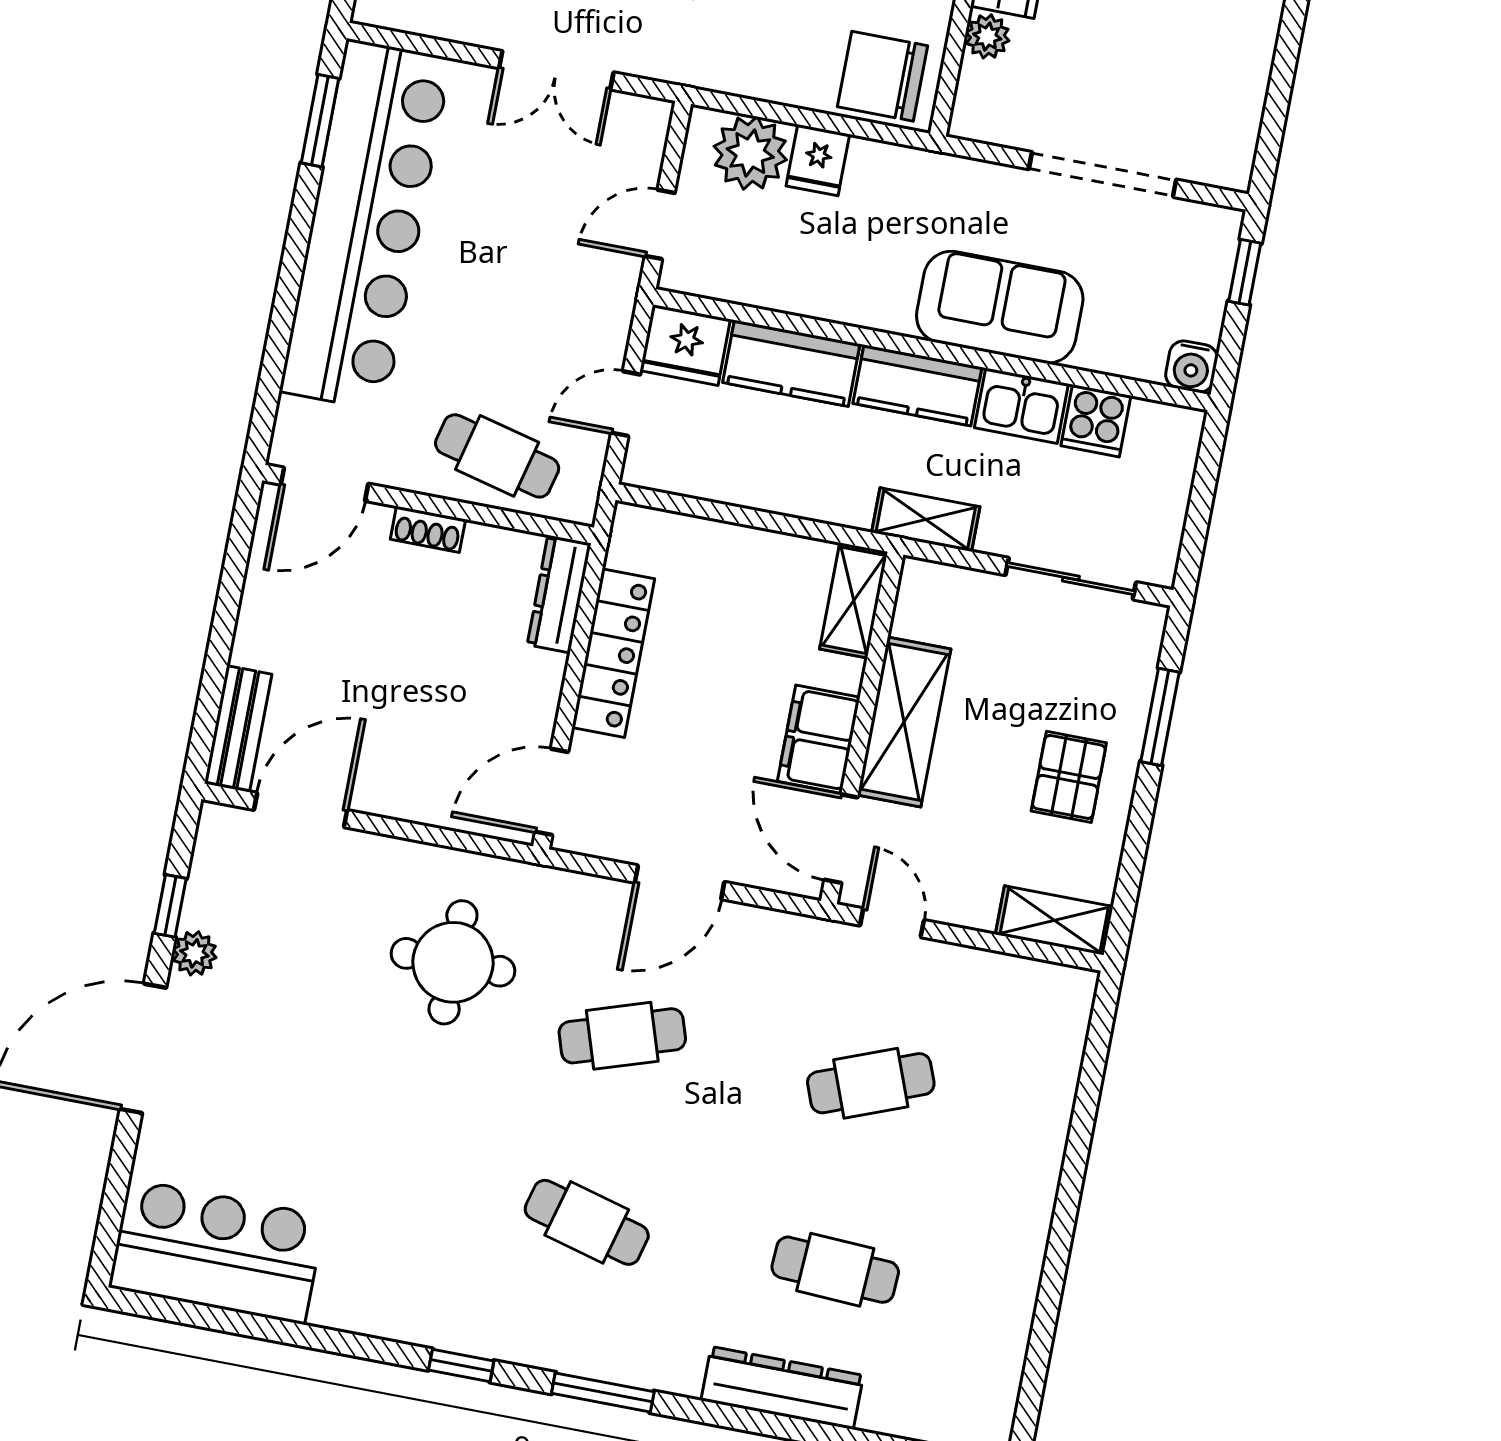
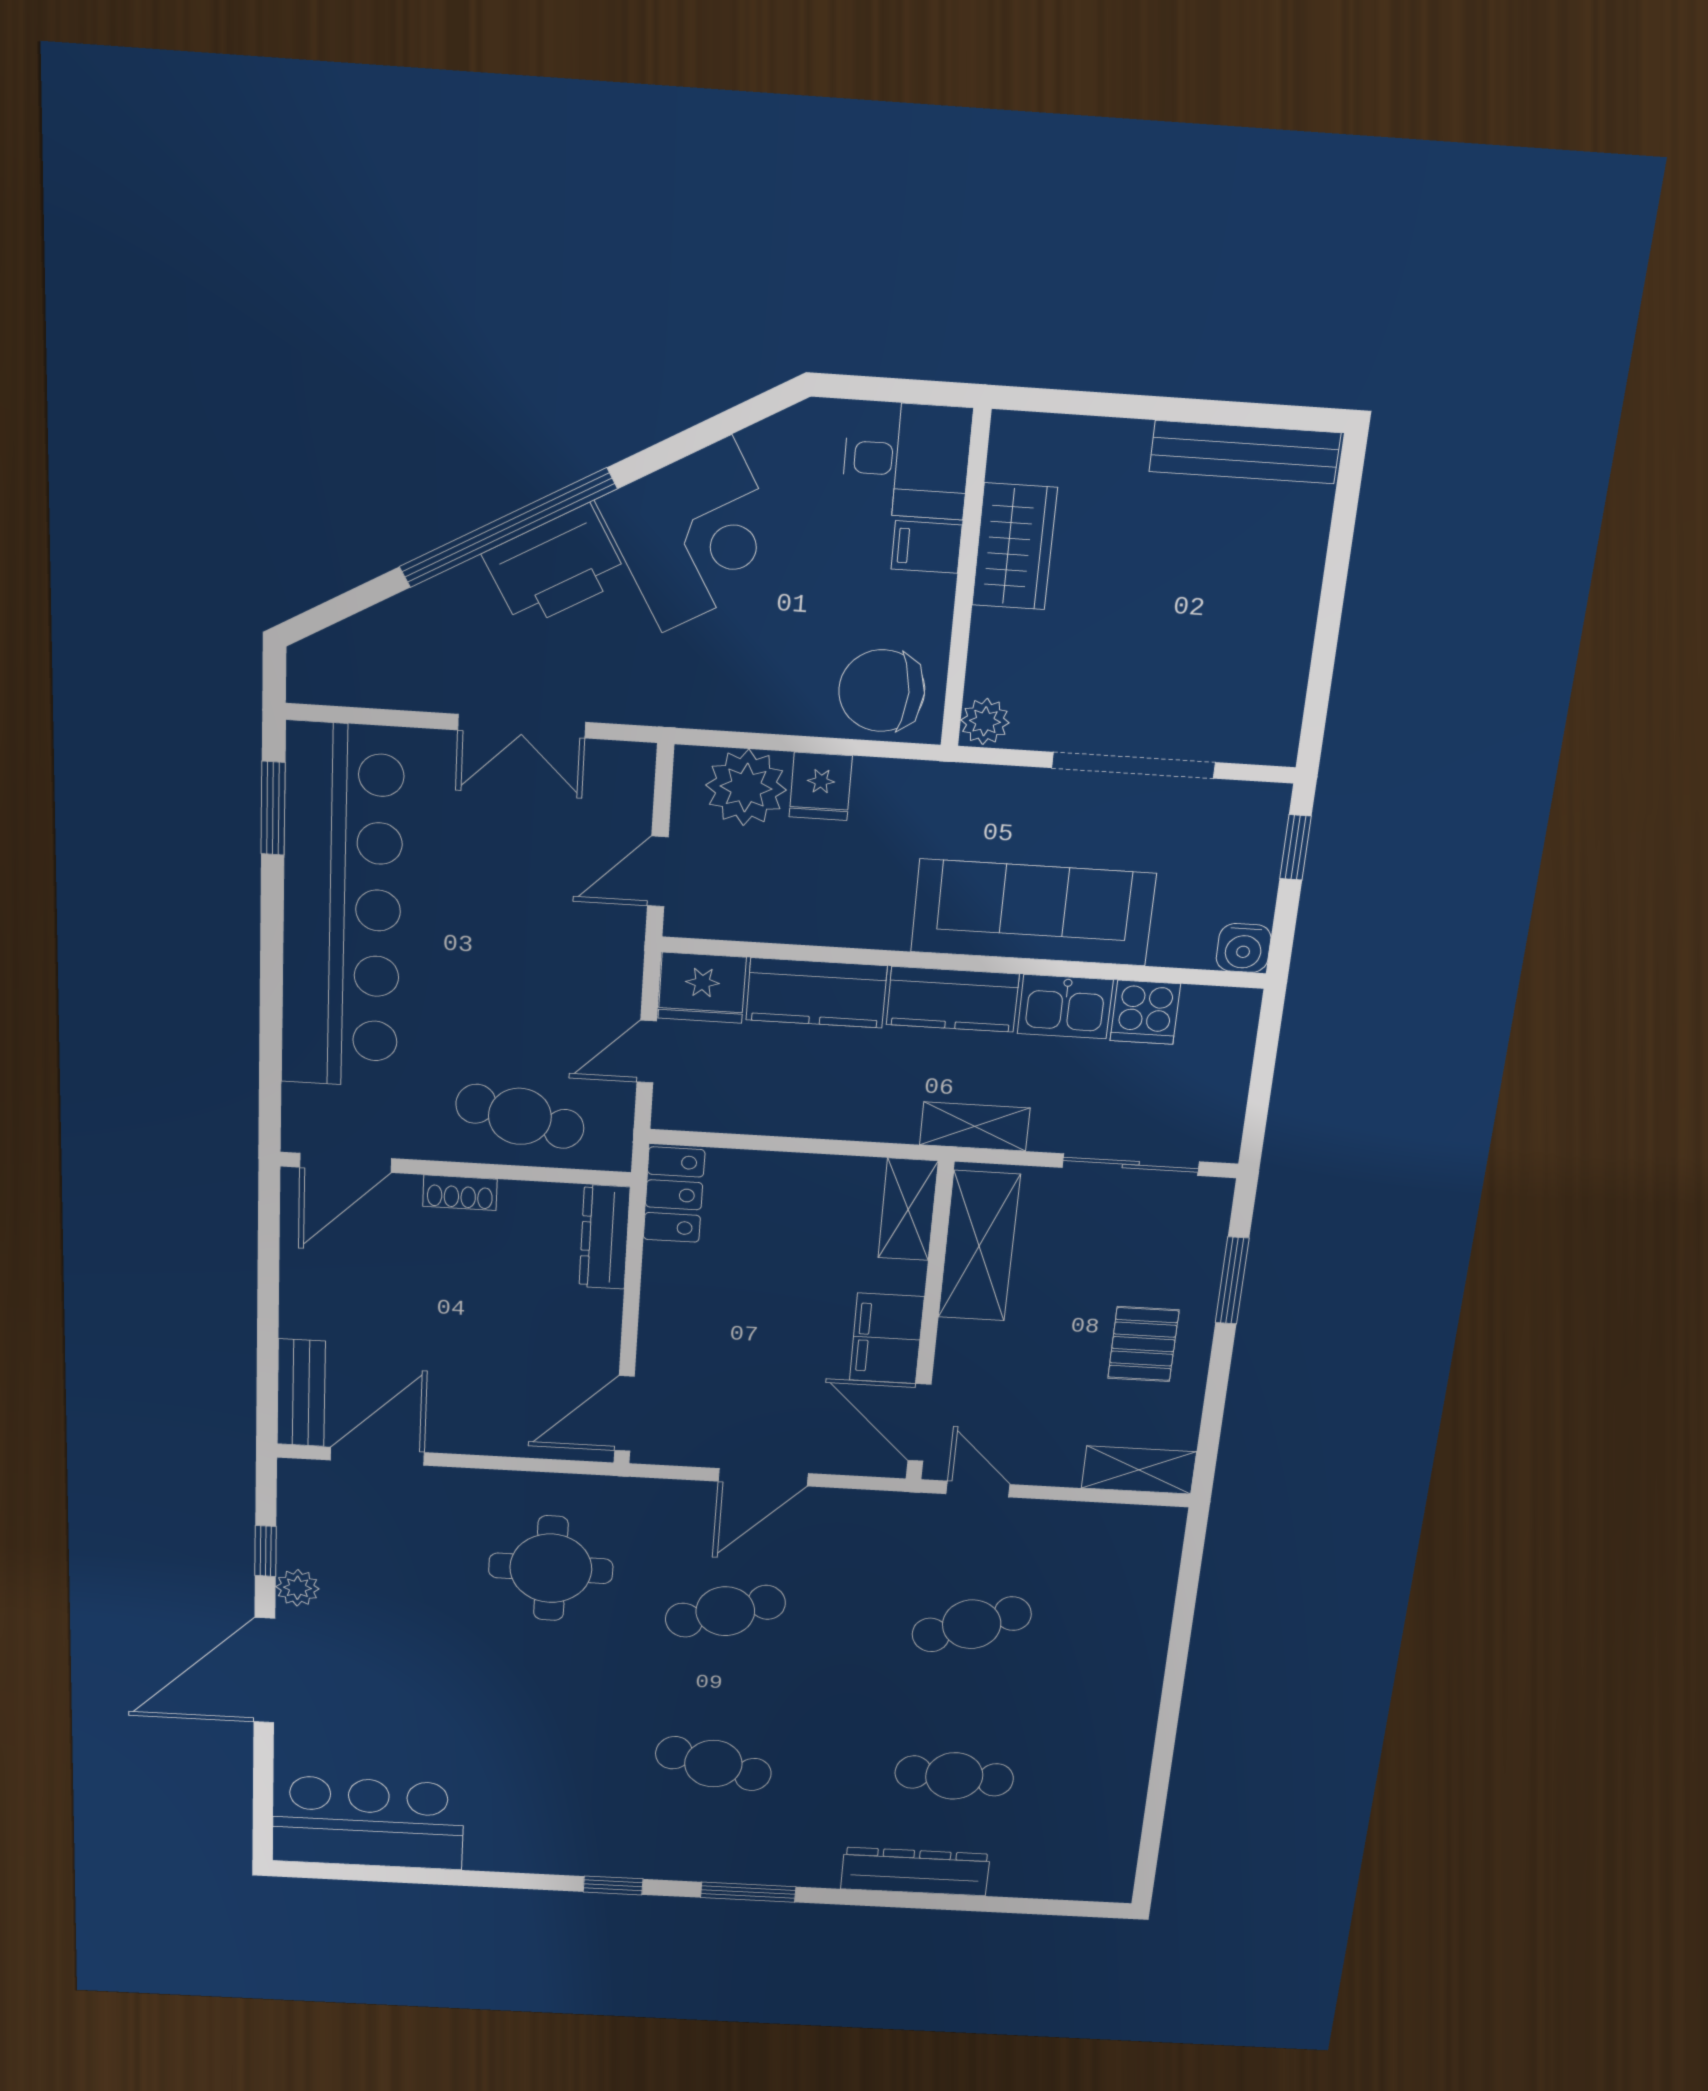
plant: (987, 36) -> (985, 721), moved
sofa: (1000, 307) -> (1033, 913), width x1.36
locker: (613, 653) -> (674, 1195), moved, width x0.66
shelving: (904, 722) -> (979, 1246), moved

